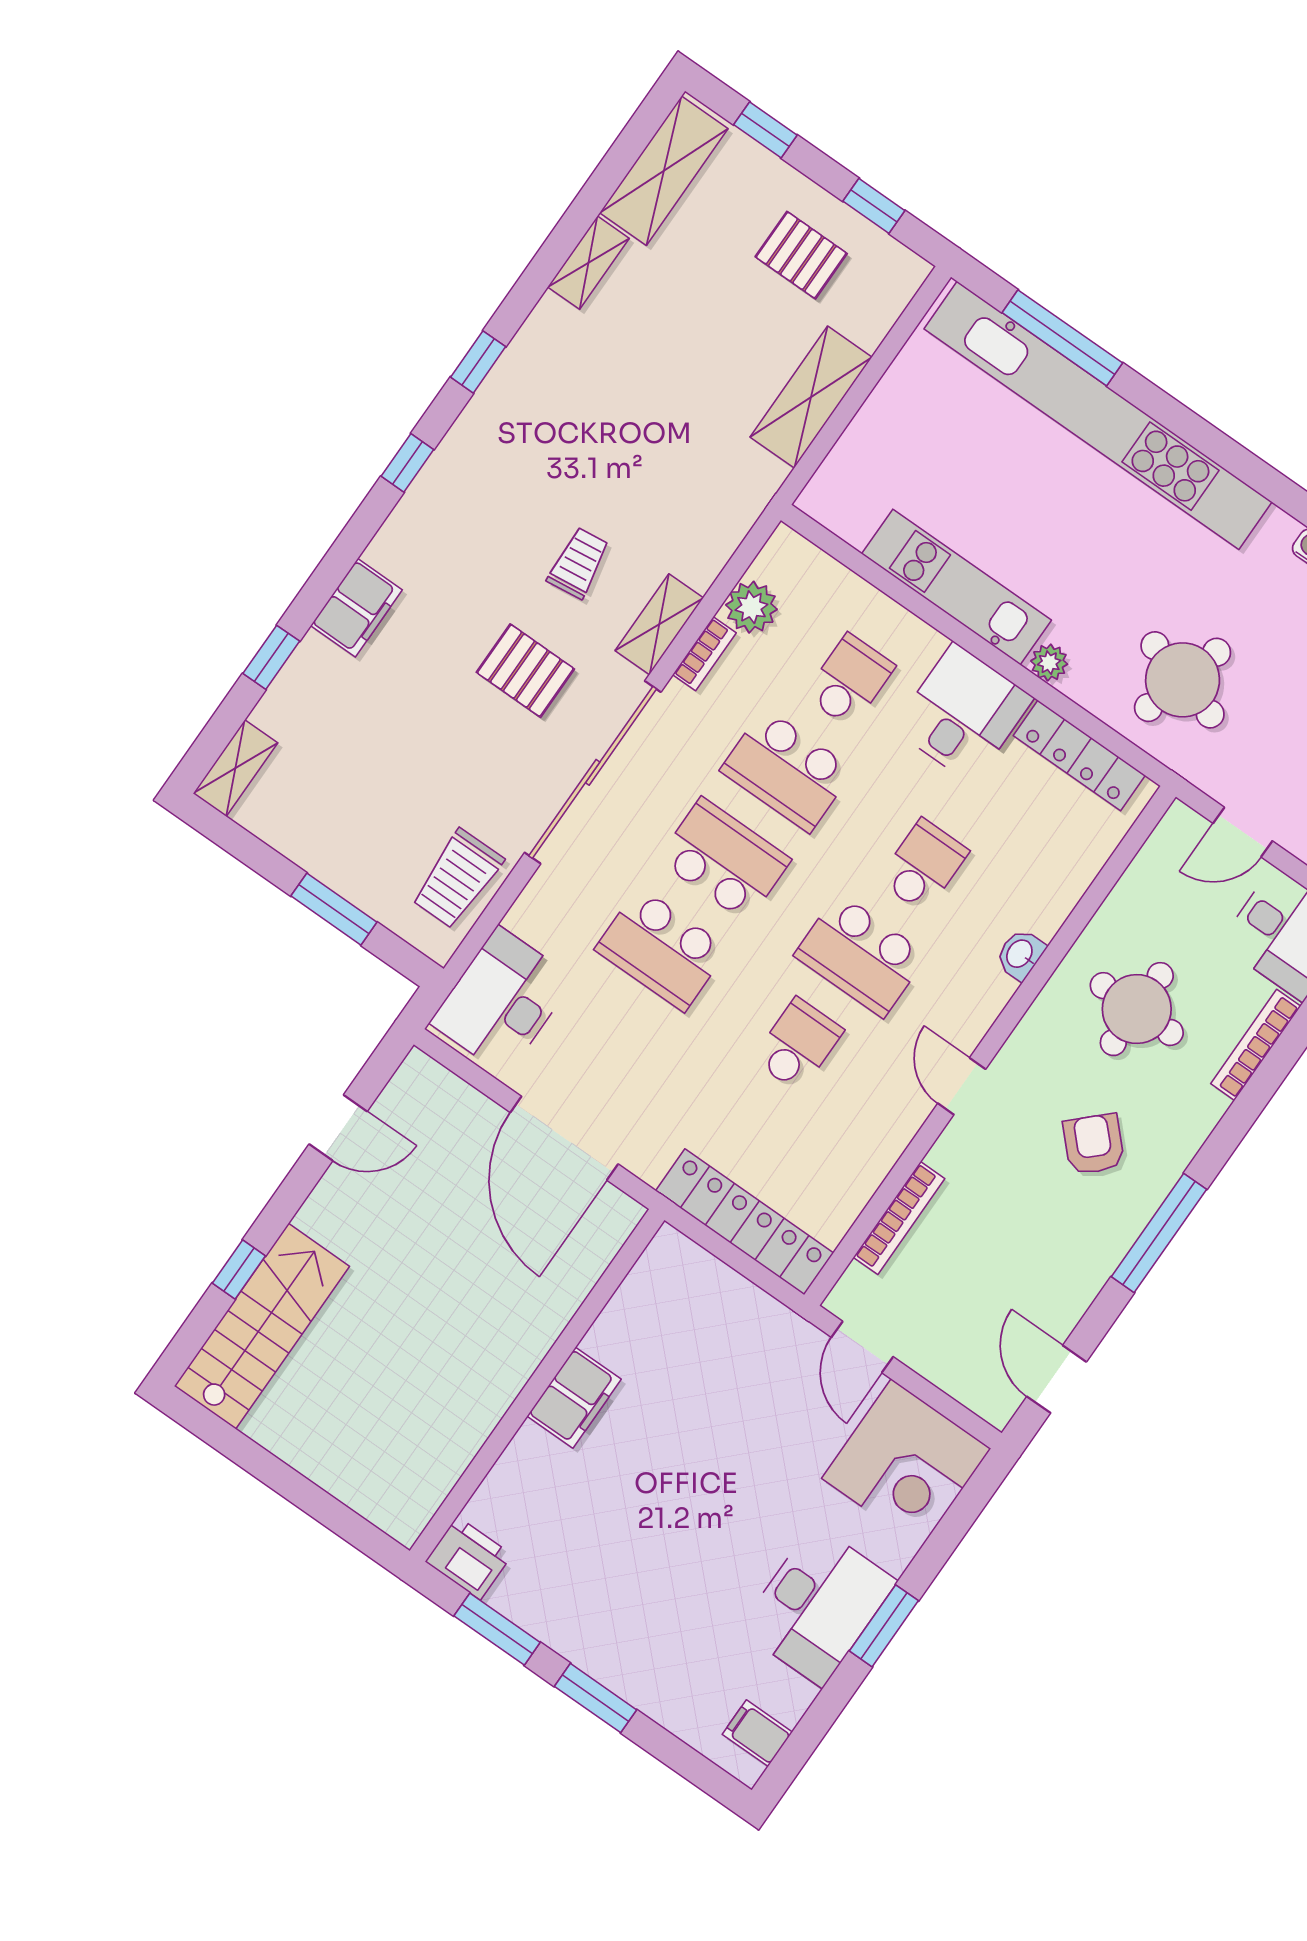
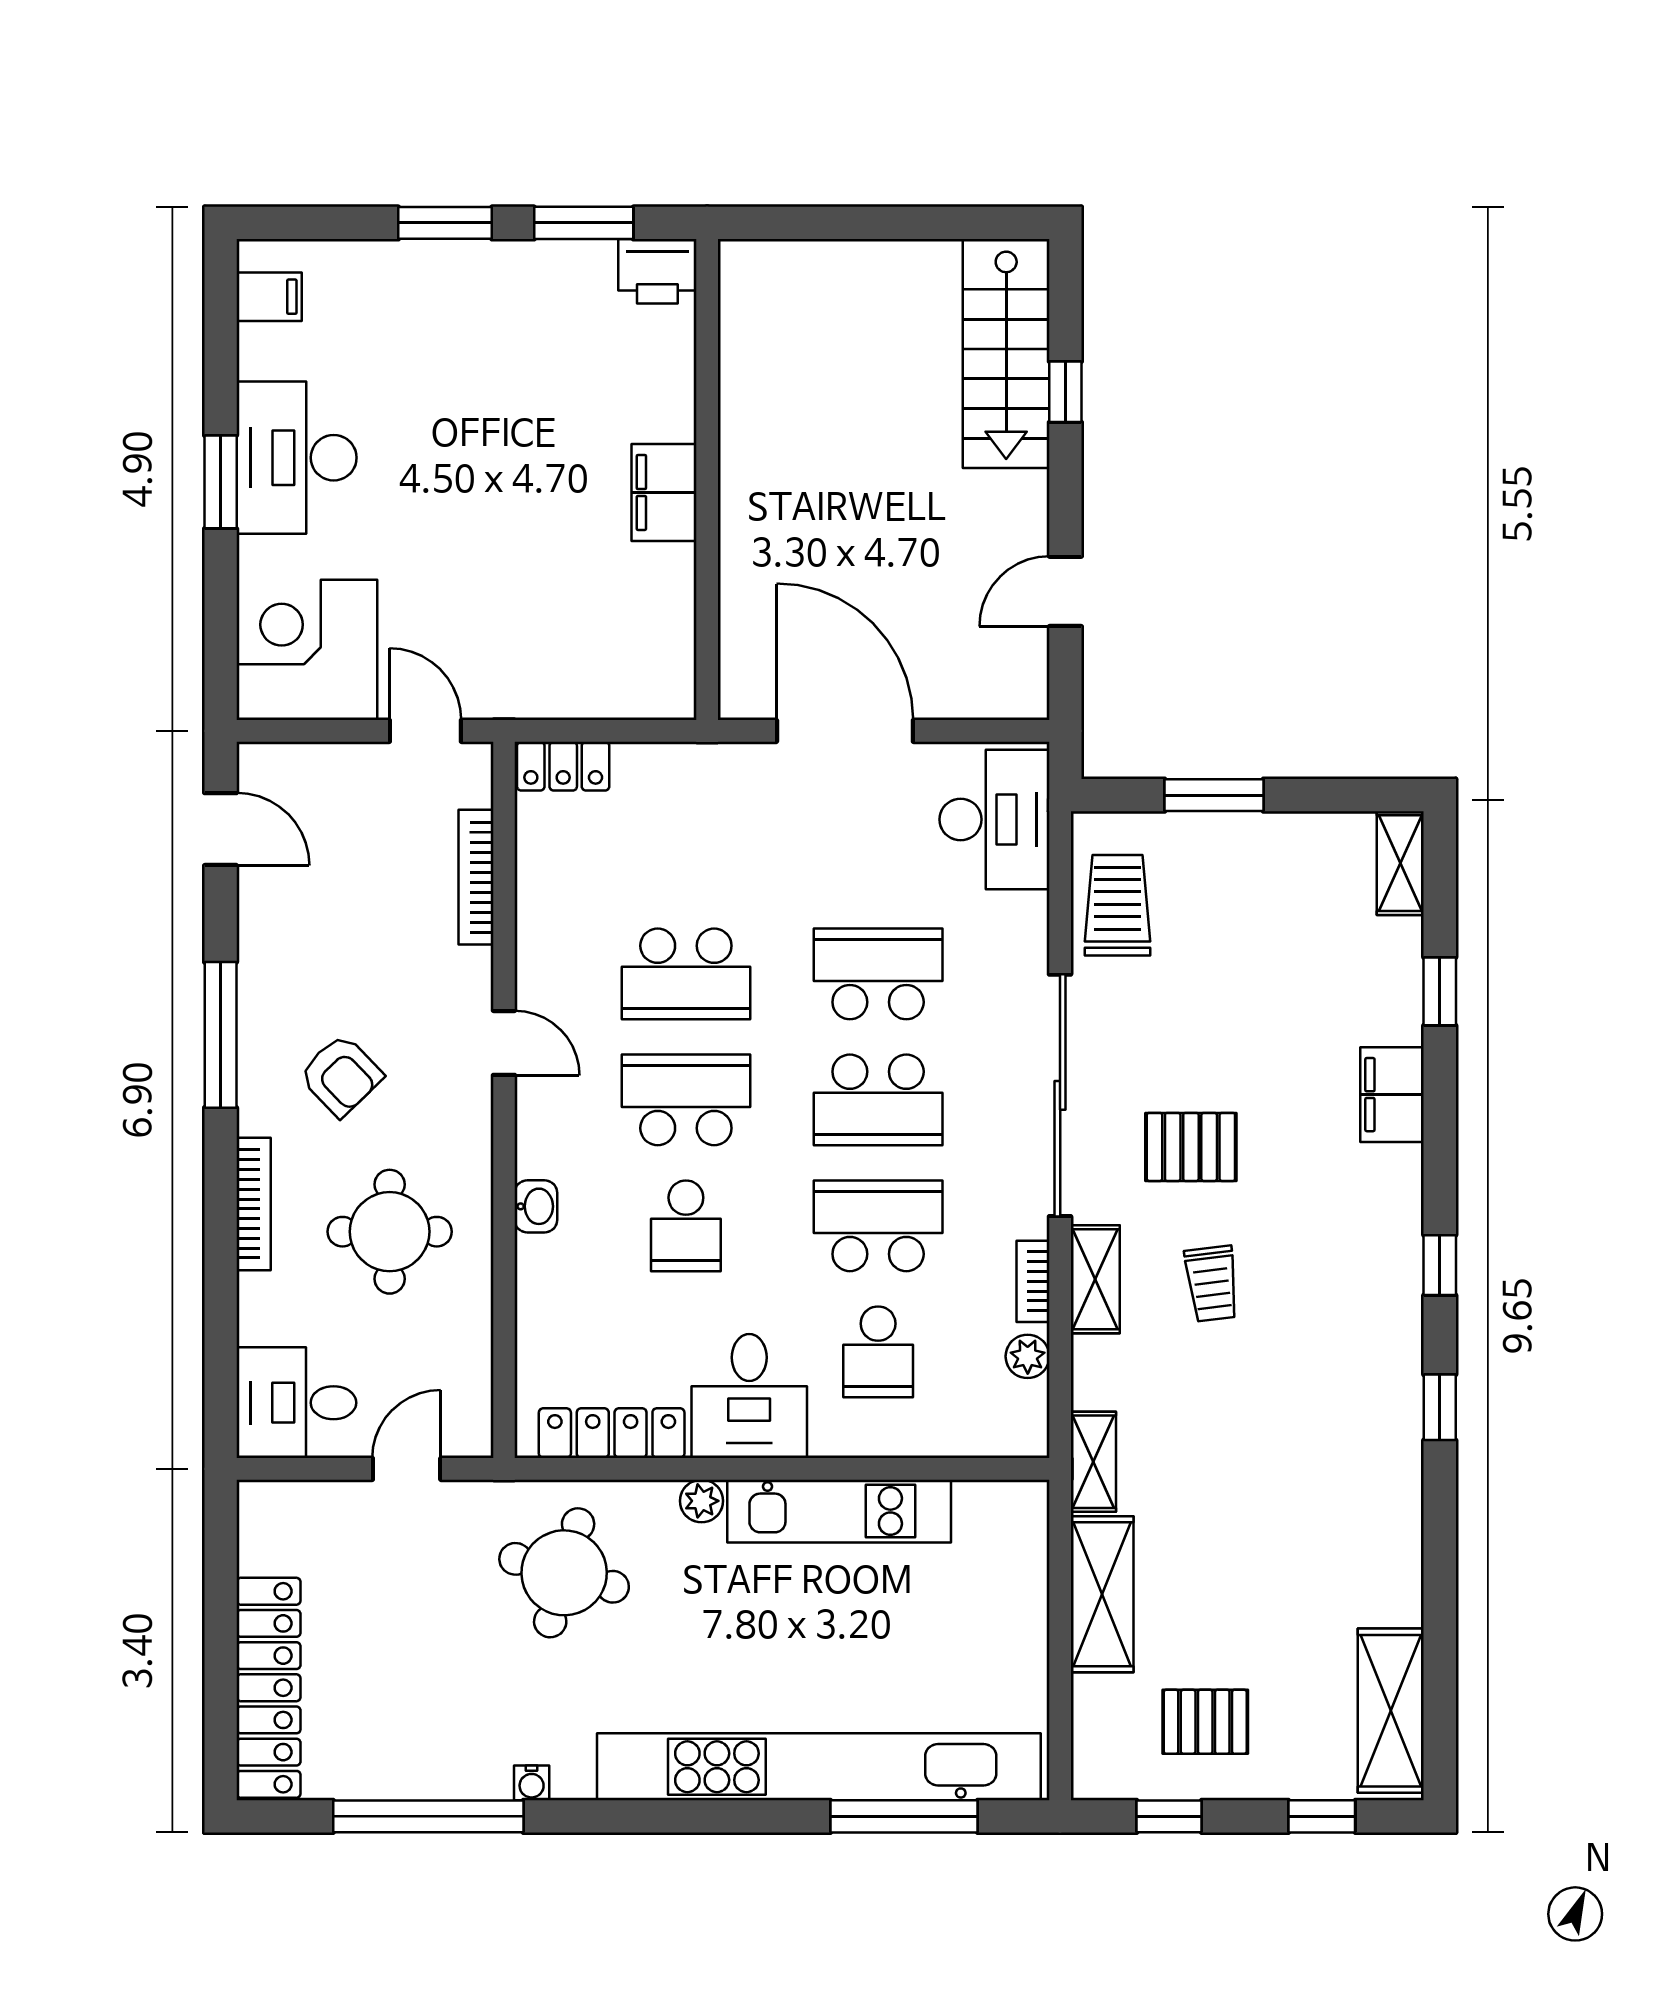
shelving: (588, 263) -> (1093, 1462), moved
plant: (751, 607) -> (1028, 1356), width x0.73, depth x0.73
school desk: (798, 1045) -> (686, 974), width x1.85
bookcase: (1256, 1045) -> (254, 1204), moved
locker: (745, 1222) -> (563, 766), width x0.46, depth x0.83

